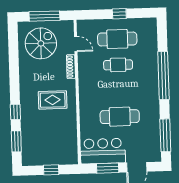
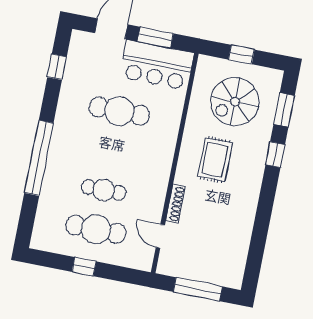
spiral stairs: (41, 43) -> (235, 102), moved
rug: (53, 100) -> (215, 160), turned 90
window: (165, 135) -> (57, 67), width x0.46

